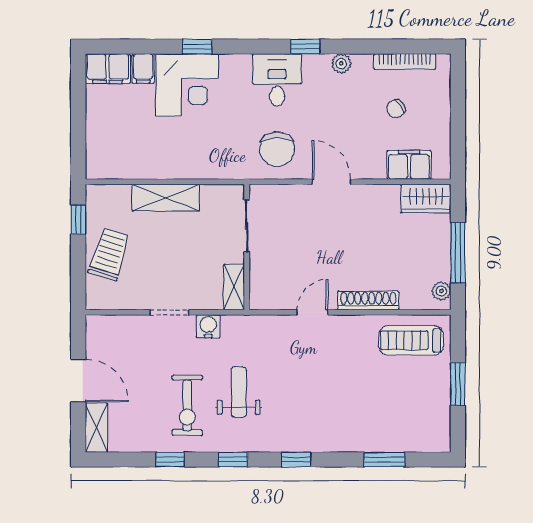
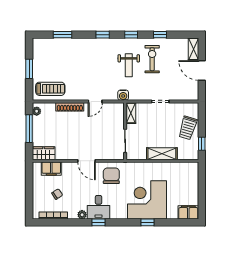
filing cabinet: (143, 69) -> (172, 212), removed
desk: (277, 80) -> (99, 207), moved
corner desk: (187, 85) -> (147, 200), width x1.36, depth x1.36
water cooler: (208, 326) -> (123, 95), moved

